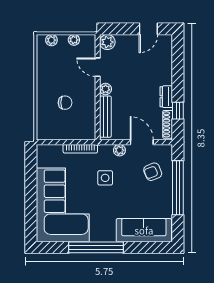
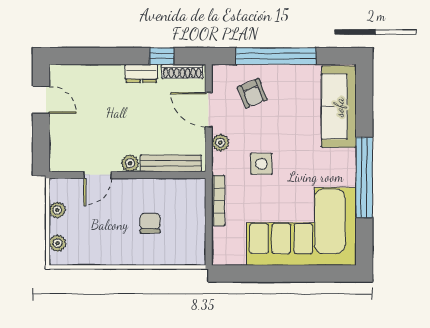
plant: (107, 42) -> (60, 161), removed
door: (142, 142) -> (209, 110), hinge flipped

